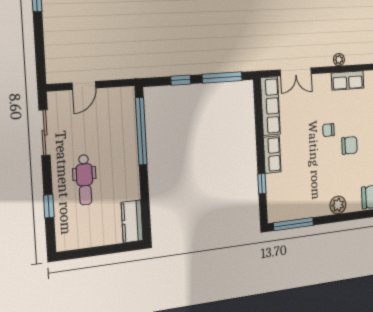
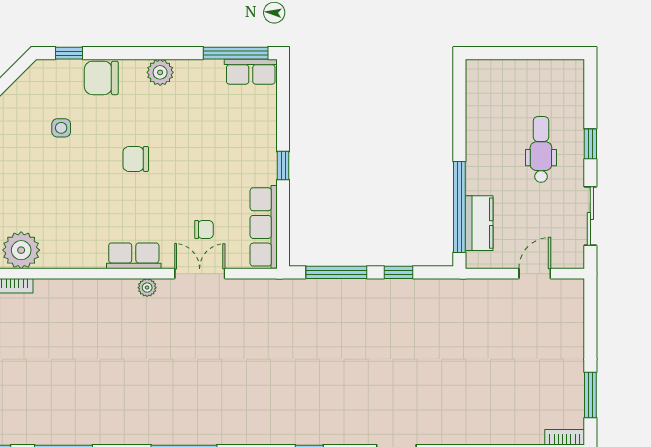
double door: (296, 72) -> (200, 274), moved
chair: (328, 130) -> (204, 229), moved
row of seats: (272, 155) -> (251, 72), moved, turned -90
window: (262, 184) -> (283, 166), moved
window: (49, 206) -> (590, 144), moved
kitchen counter: (132, 221) -> (479, 223), moved

